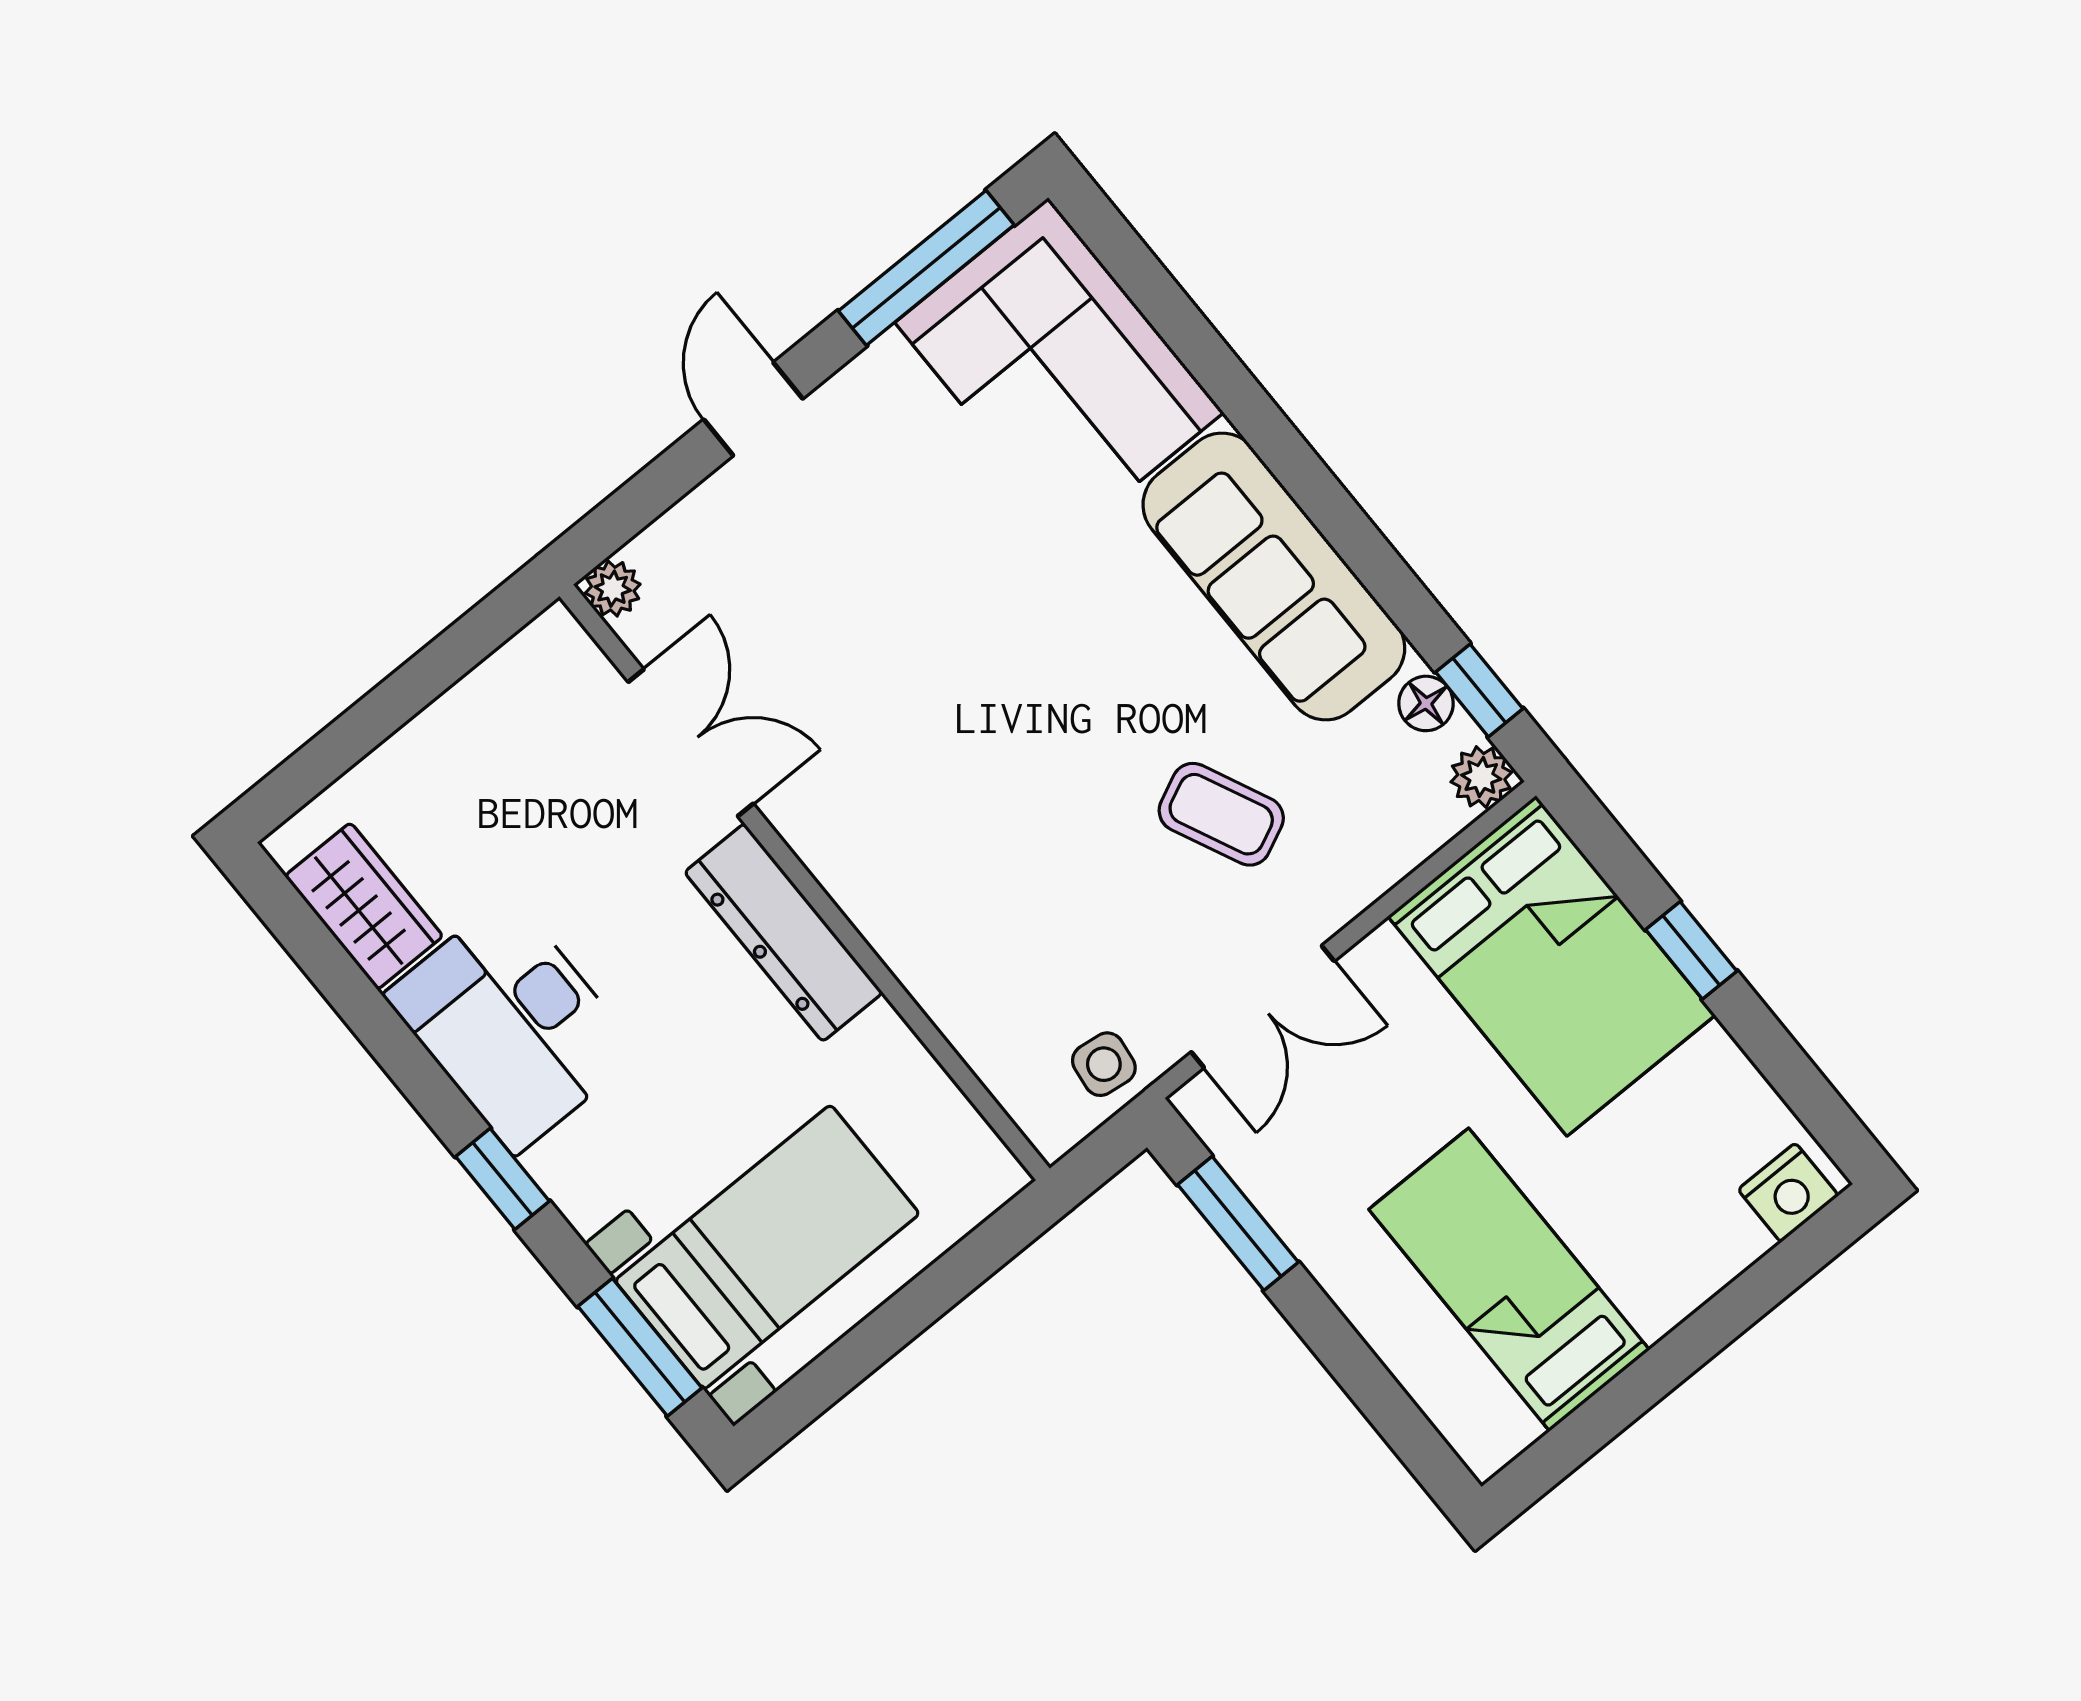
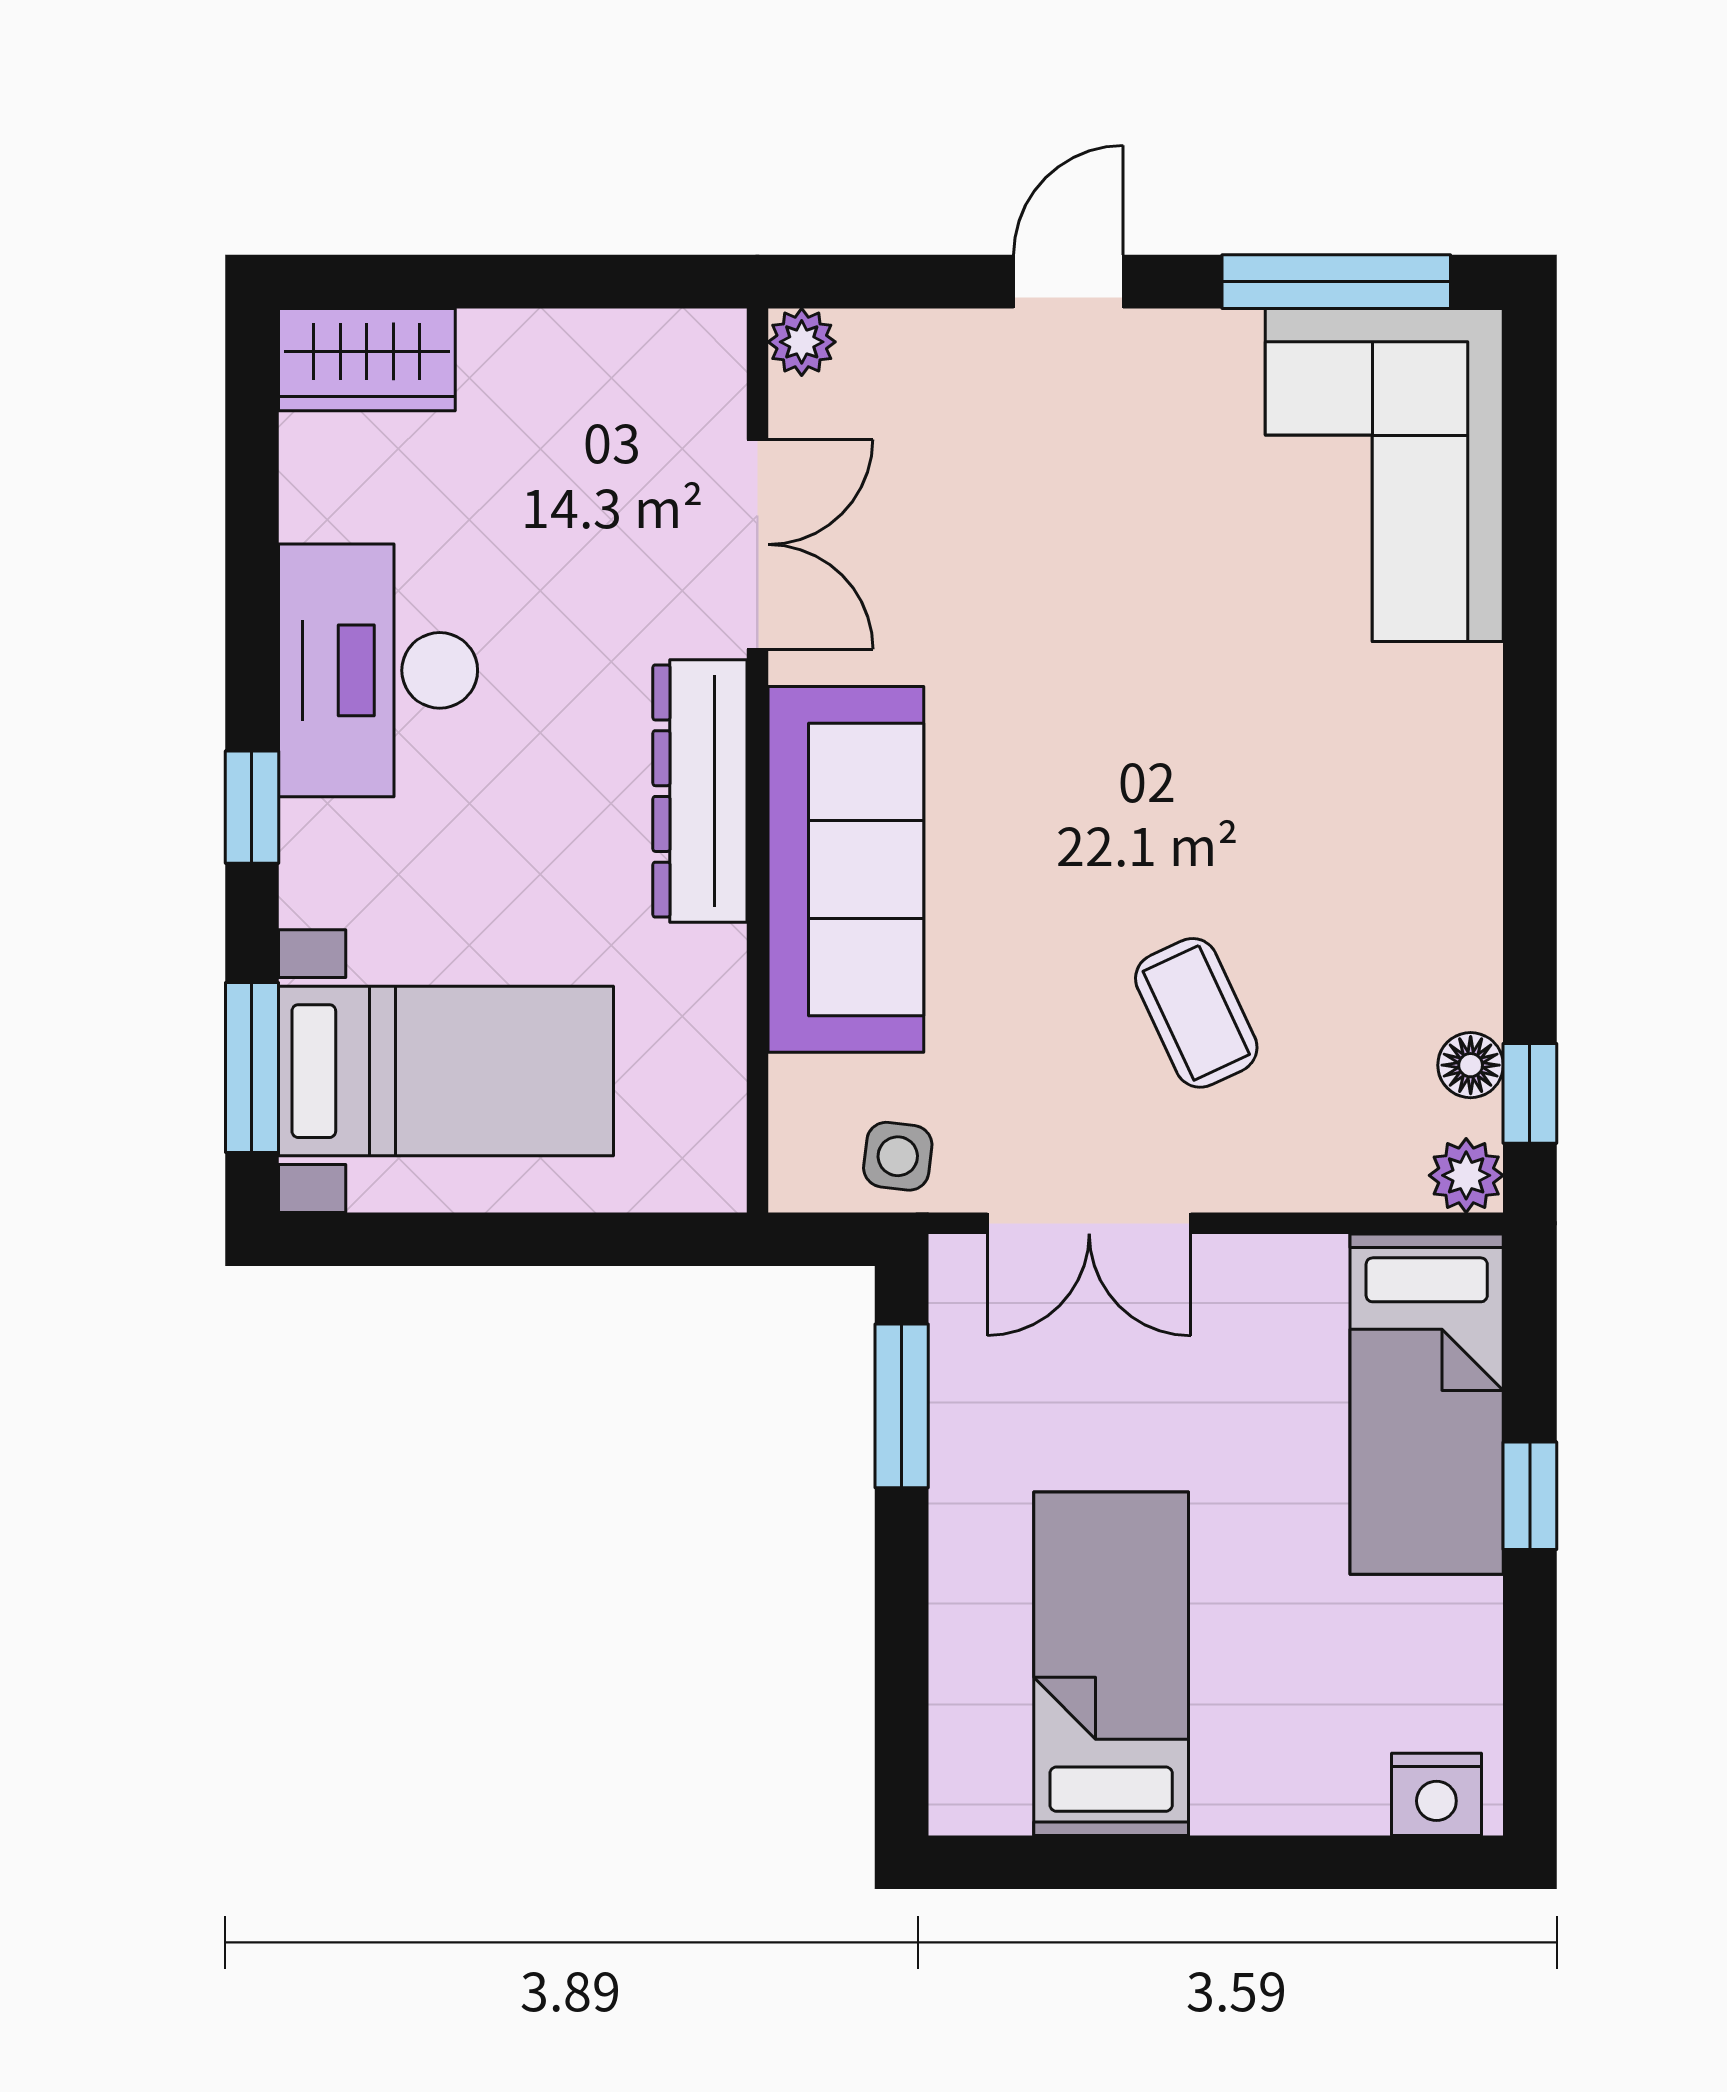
sofa: (1274, 576) -> (846, 869), moved, turned 180
wardrobe: (364, 906) -> (367, 360), moved, turned 90
bed: (1551, 966) -> (1427, 1404), width x0.67

